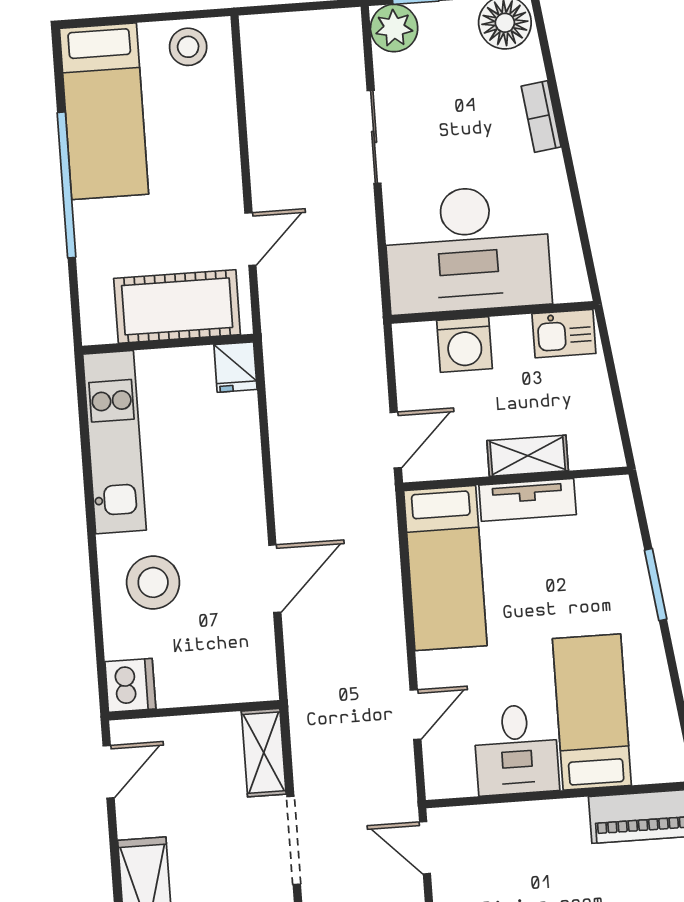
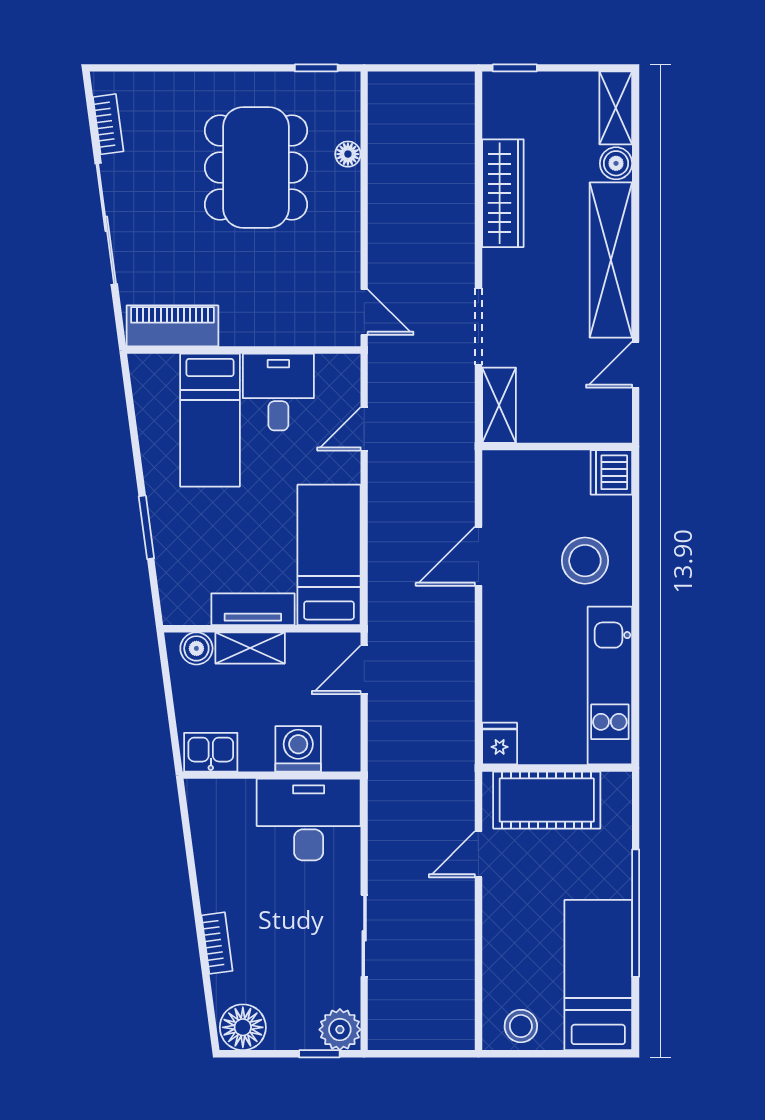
desk: (467, 249) -> (309, 820), width x0.73, depth x0.77
boiler: (589, 451) -> (196, 648), added
door: (109, 772) -> (636, 365), moved

